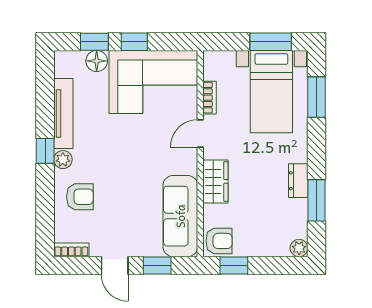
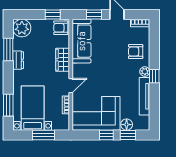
window: (271, 42) -> (43, 135), moved
plant: (299, 248) -> (22, 28), width x1.88, depth x1.88

